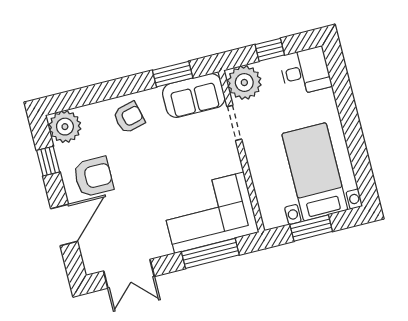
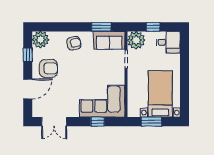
window: (210, 253) -> (98, 122), width x0.46

